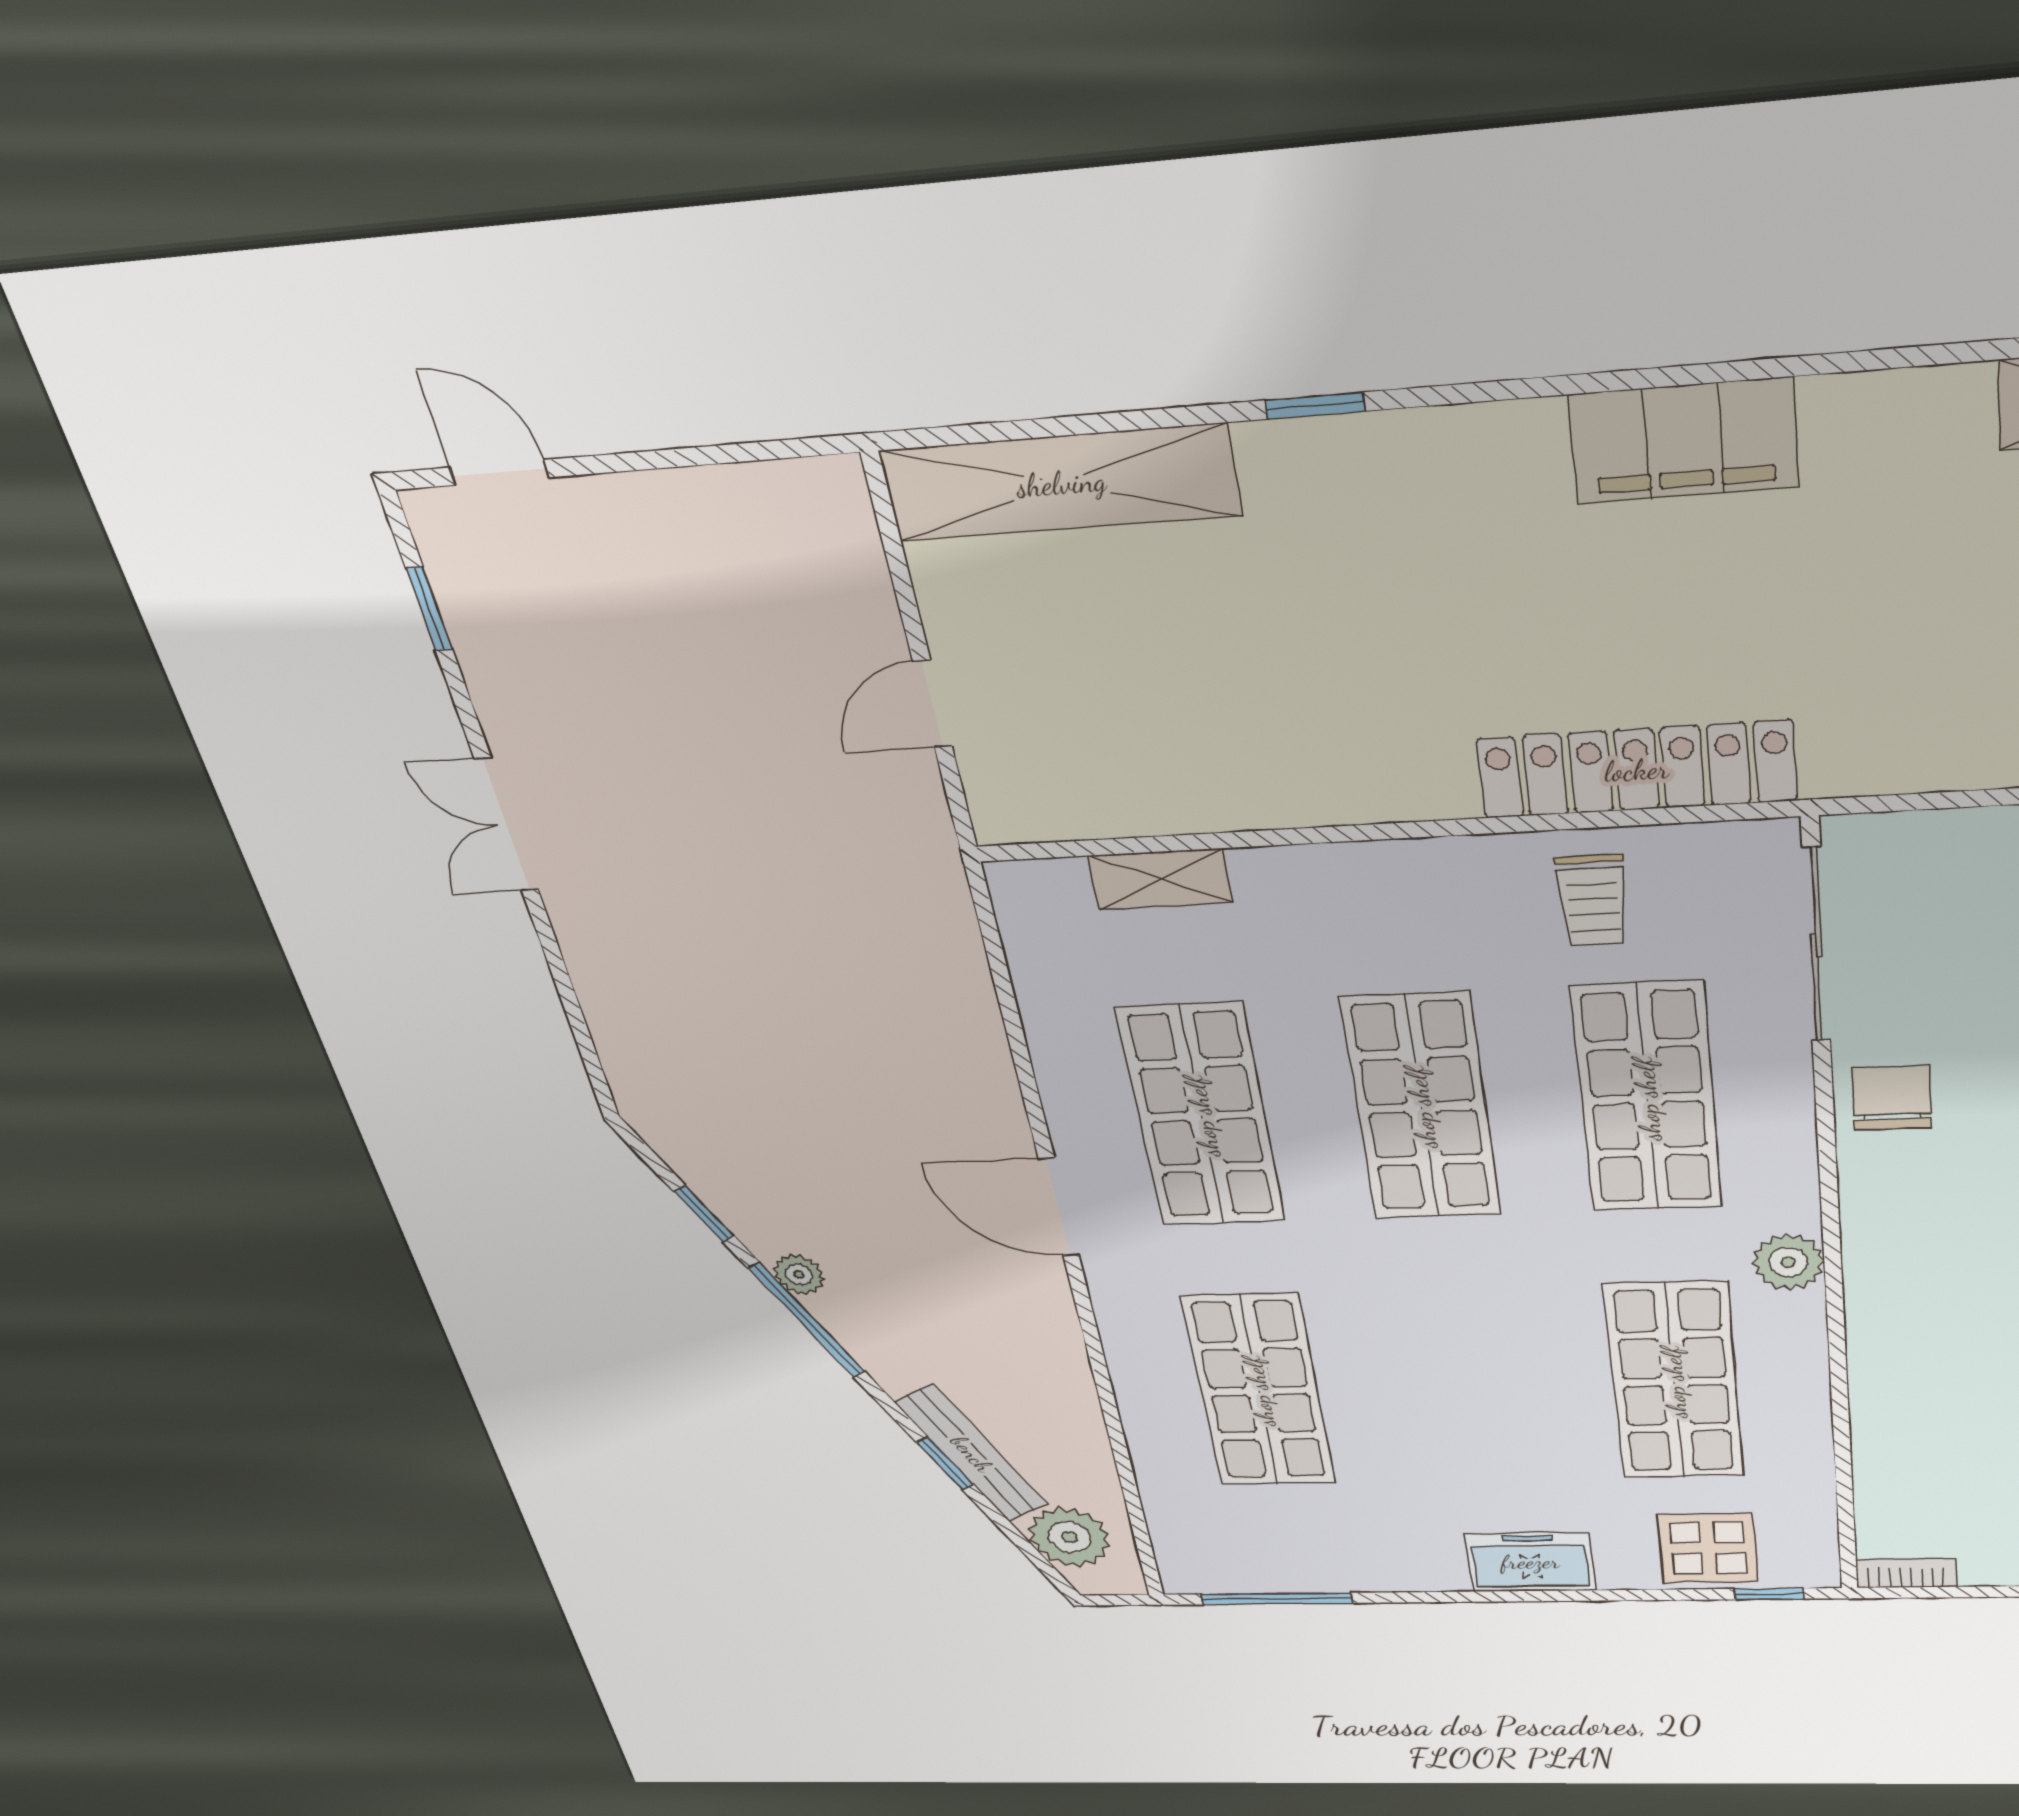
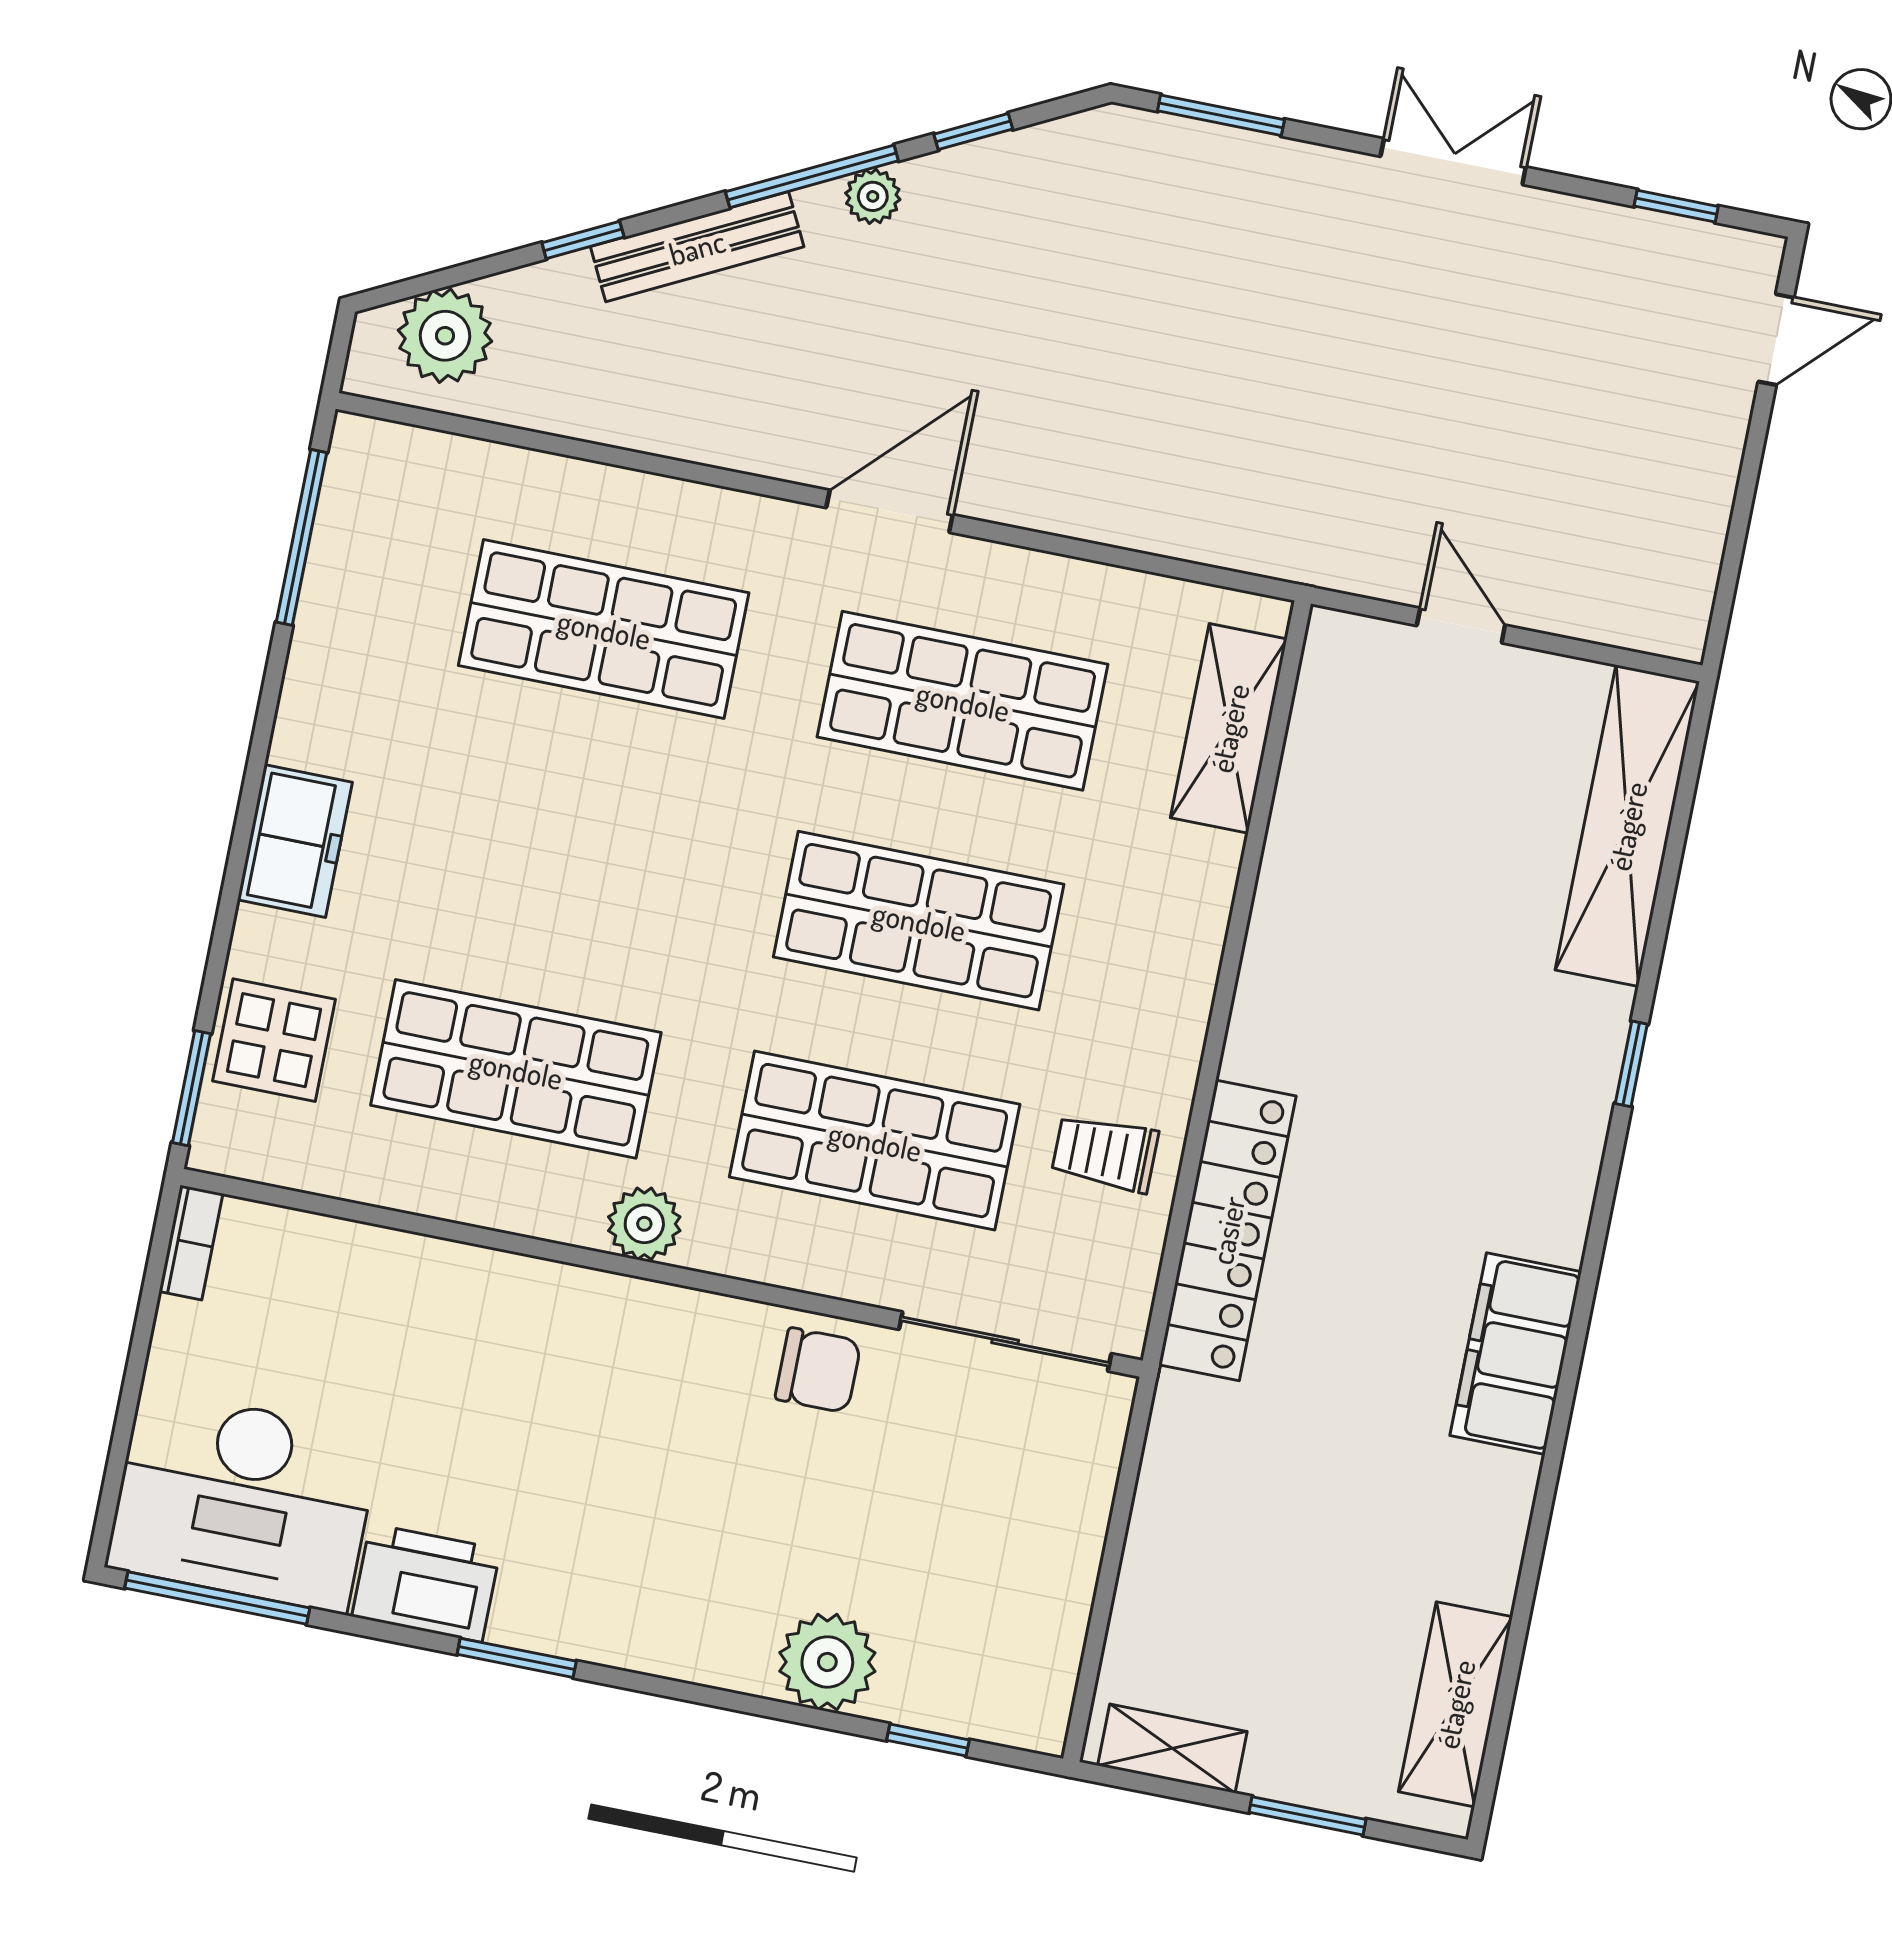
shelving: (1160, 879) -> (1229, 728), width x1.50, depth x1.33
window: (580, 1028) -> (1221, 115), added
bench: (972, 1454) -> (697, 247), moved
window: (1769, 1594) -> (191, 1088), width x1.50

